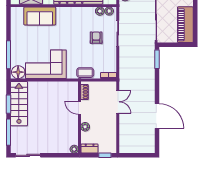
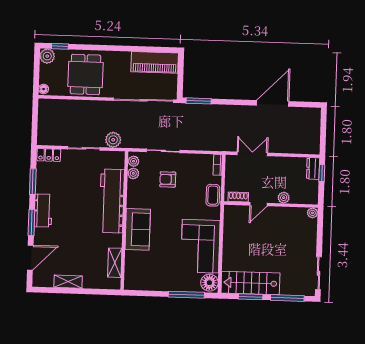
sofa: (40, 16) -> (138, 229), moved
dresser: (90, 149) -> (313, 168), moved

